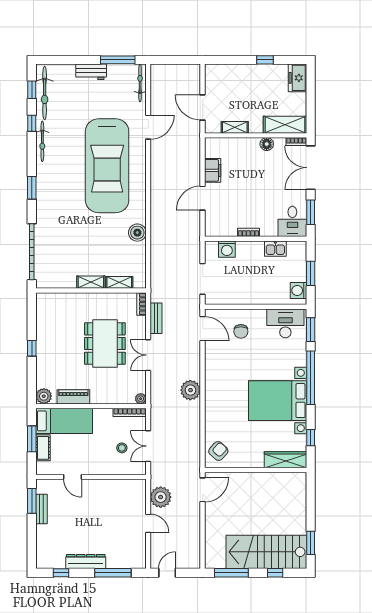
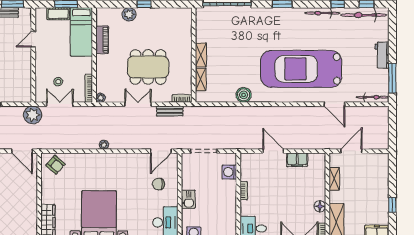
kitchen sink: (275, 249) -> (188, 199), moved, turned 180
plant: (190, 390) -> (104, 145), width x0.53, depth x0.53
plant: (44, 396) -> (129, 14), moved
plant: (161, 497) -> (33, 115), moved

